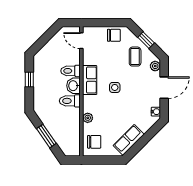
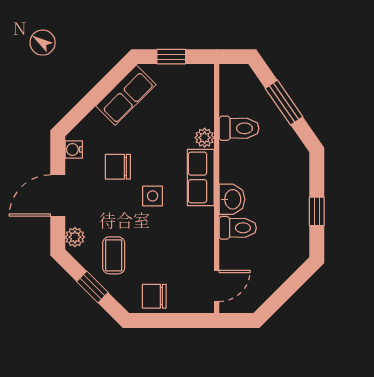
door: (81, 41) -> (217, 286), hinge flipped
row of seats: (90, 80) -> (201, 177), moved
toilet: (70, 101) -> (239, 128), moved
chair: (94, 142) -> (118, 167), moved
window: (105, 160) -> (171, 57), added

